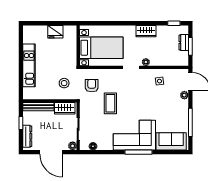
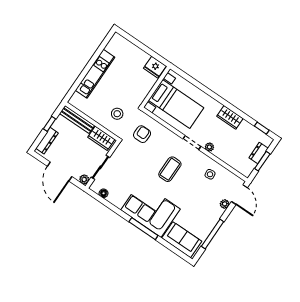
fridge: (55, 32) -> (155, 67), moved
coffee table: (110, 103) -> (170, 169), moved

